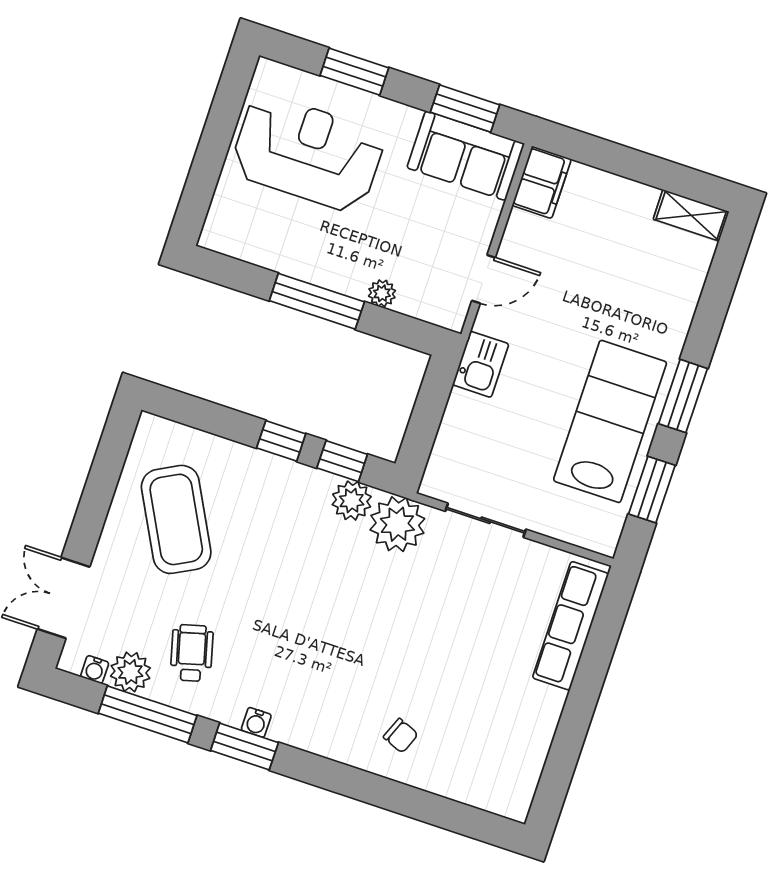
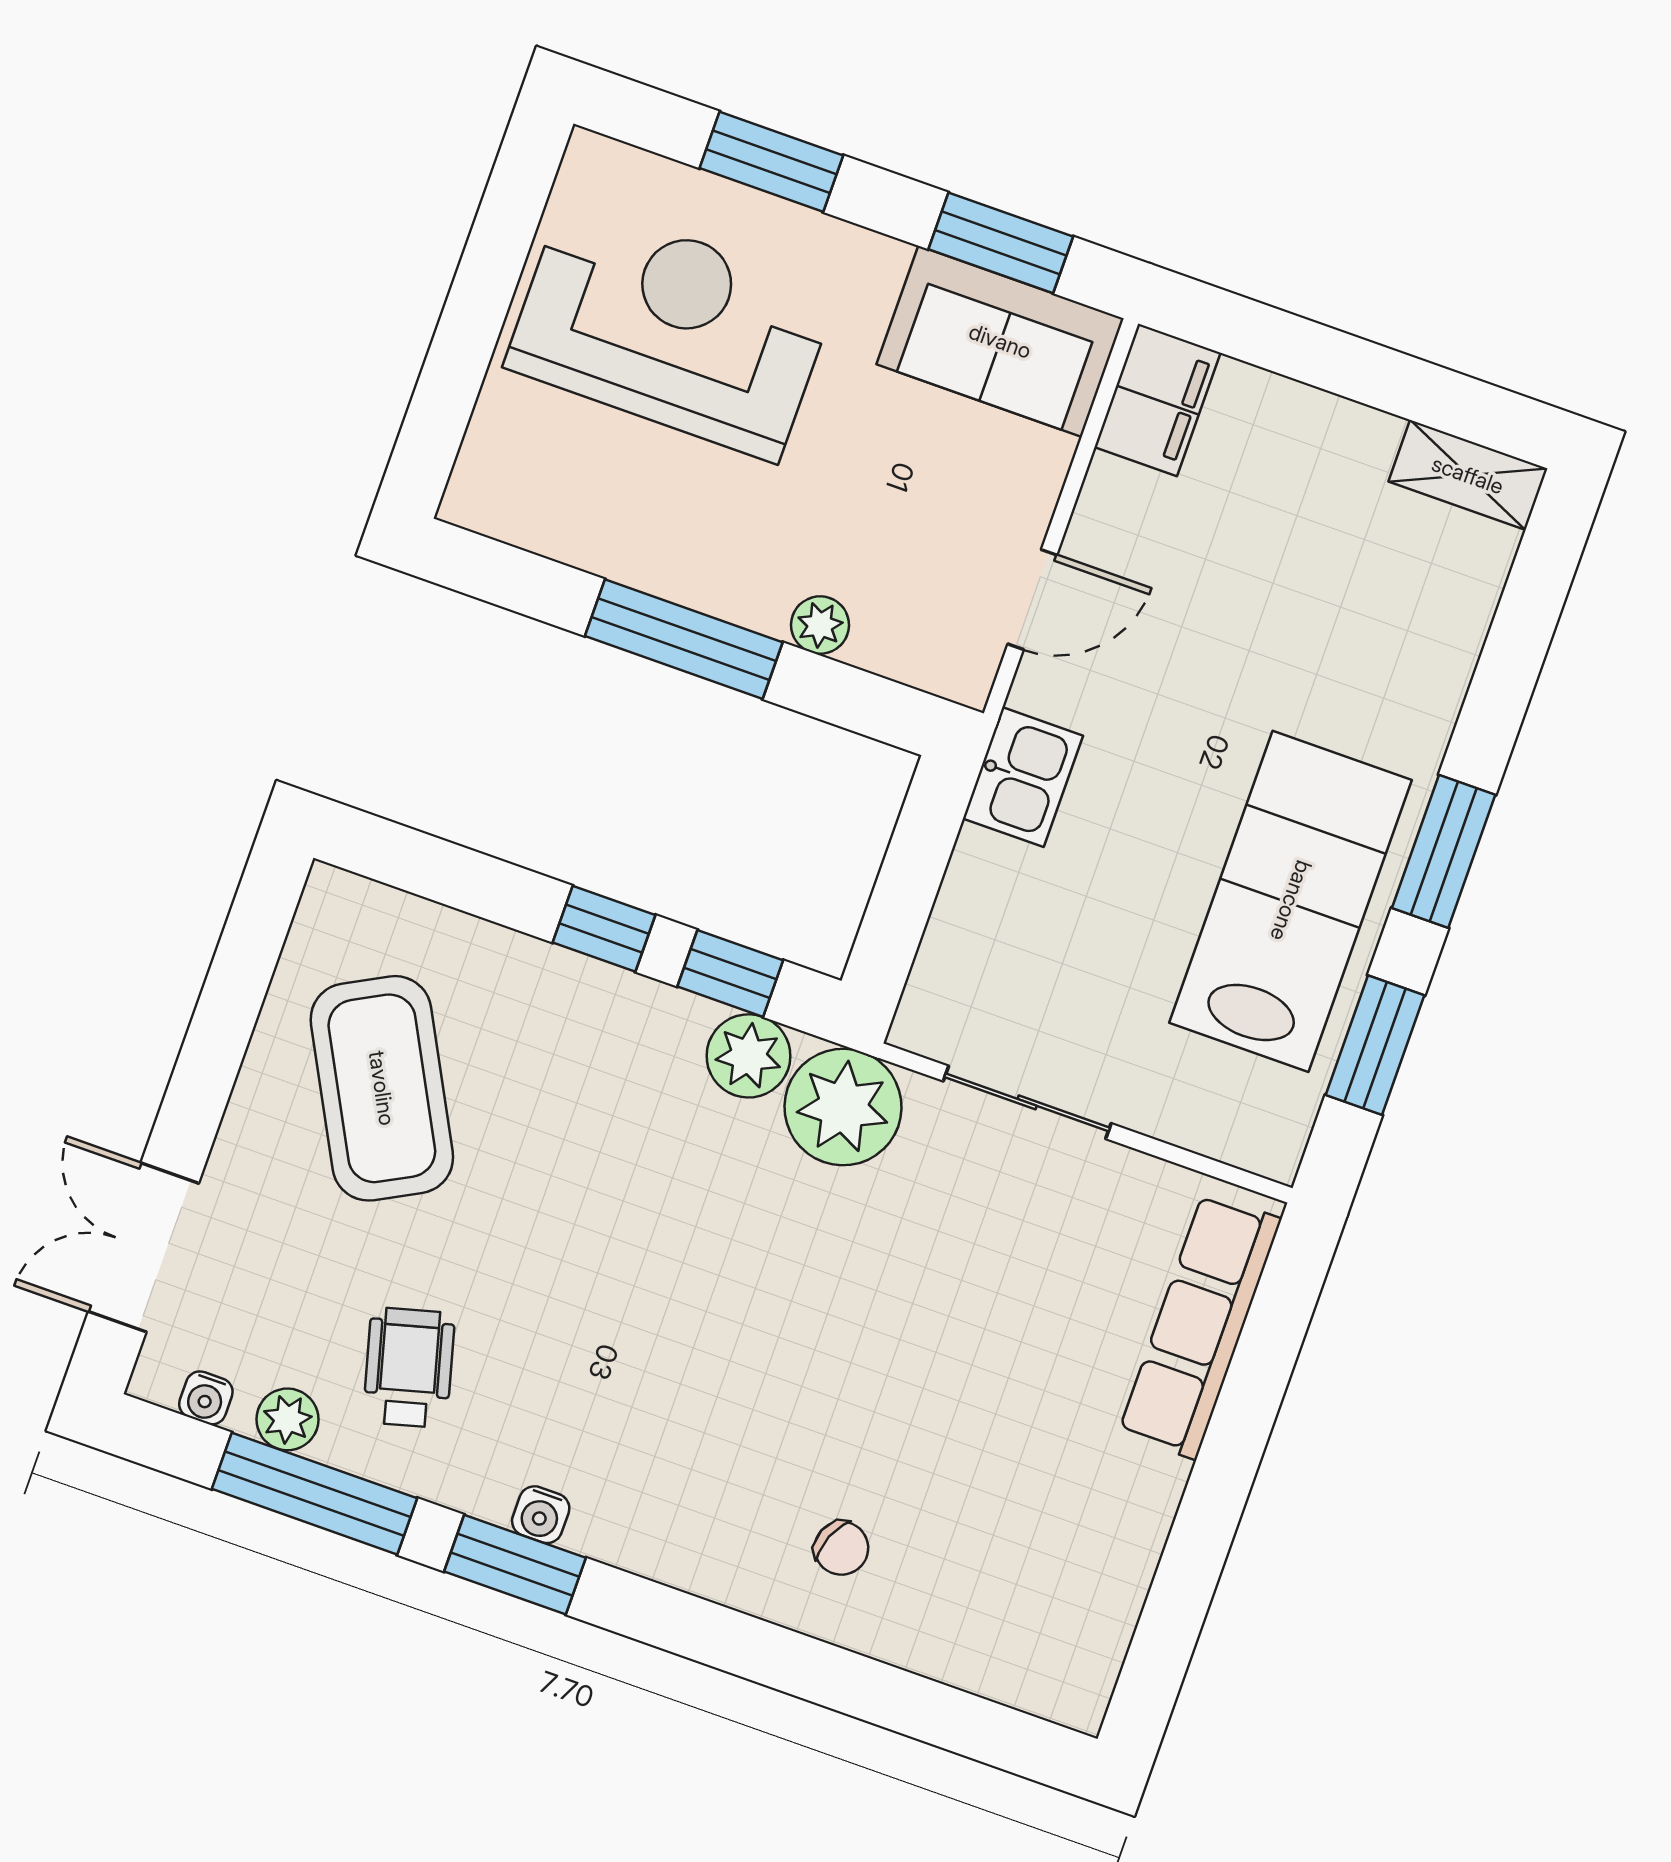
plant: (130, 672) -> (287, 1419), width x0.73, depth x0.73

